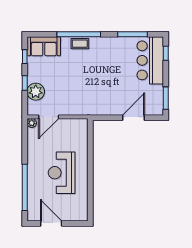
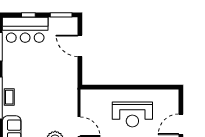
window: (166, 53) -> (28, 15), moved

